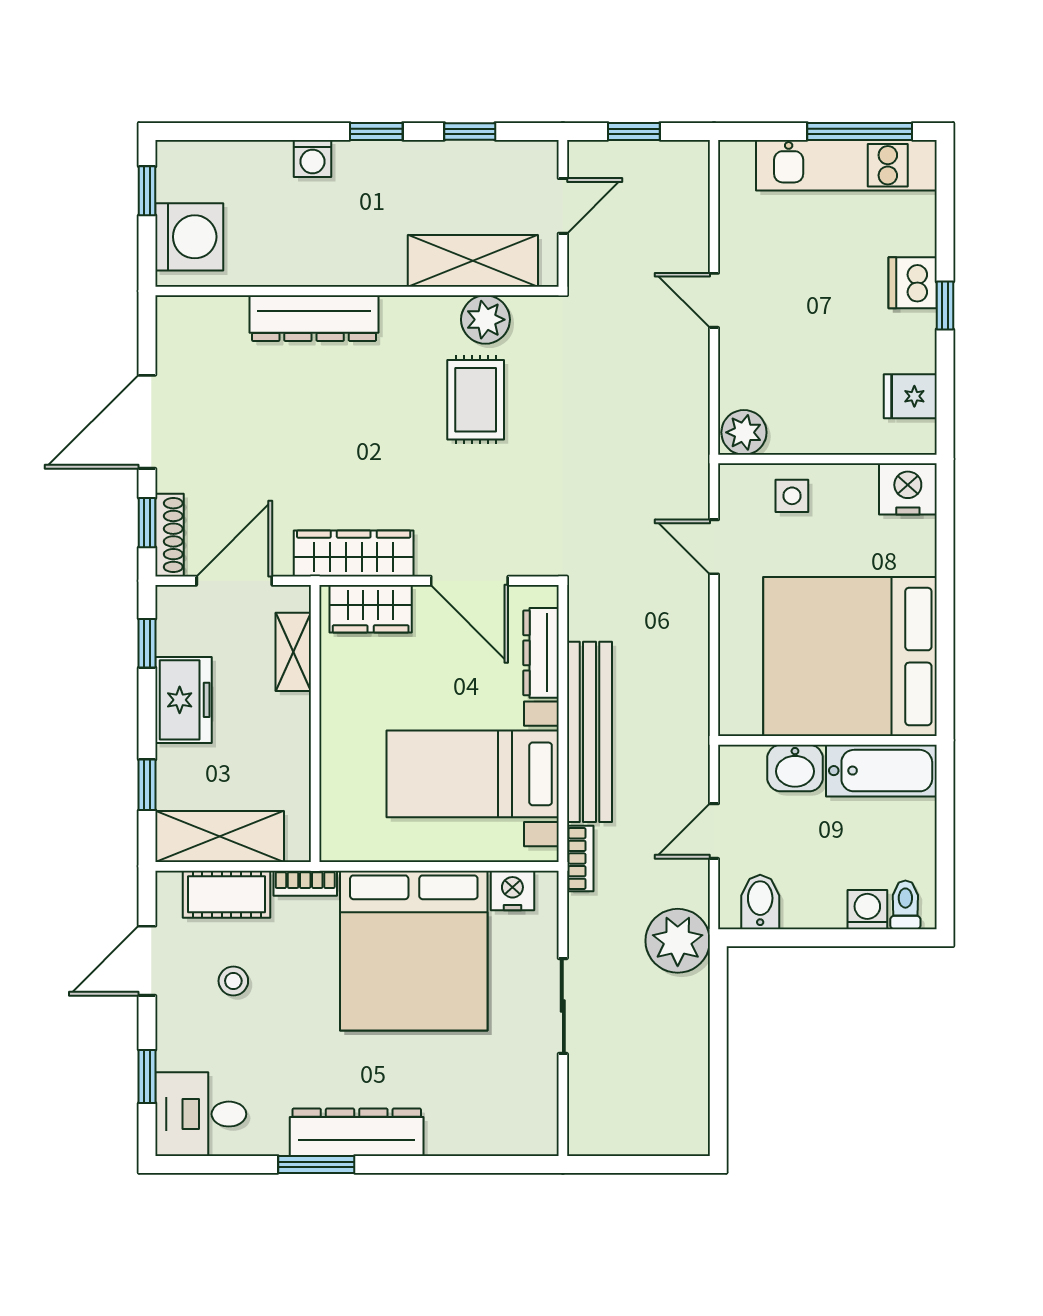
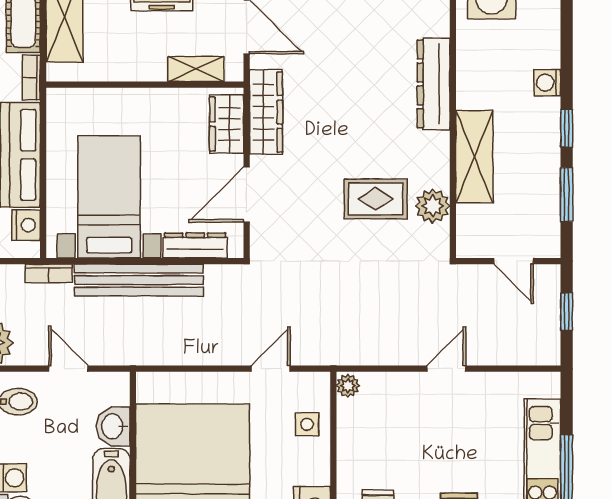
window: (470, 131) -> (567, 195), width x1.50
shelving: (473, 261) -> (474, 157), moved
plant: (744, 432) -> (348, 386), width x0.73, depth x0.73

